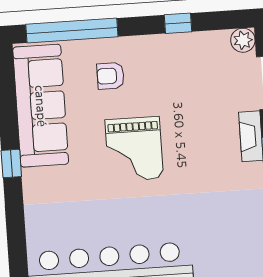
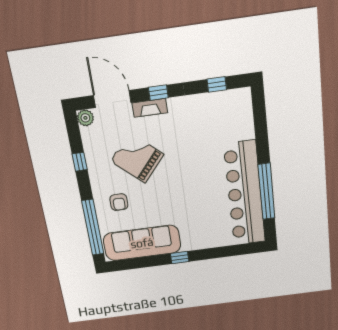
grand piano: (134, 149) -> (137, 158), moved, turned -139

